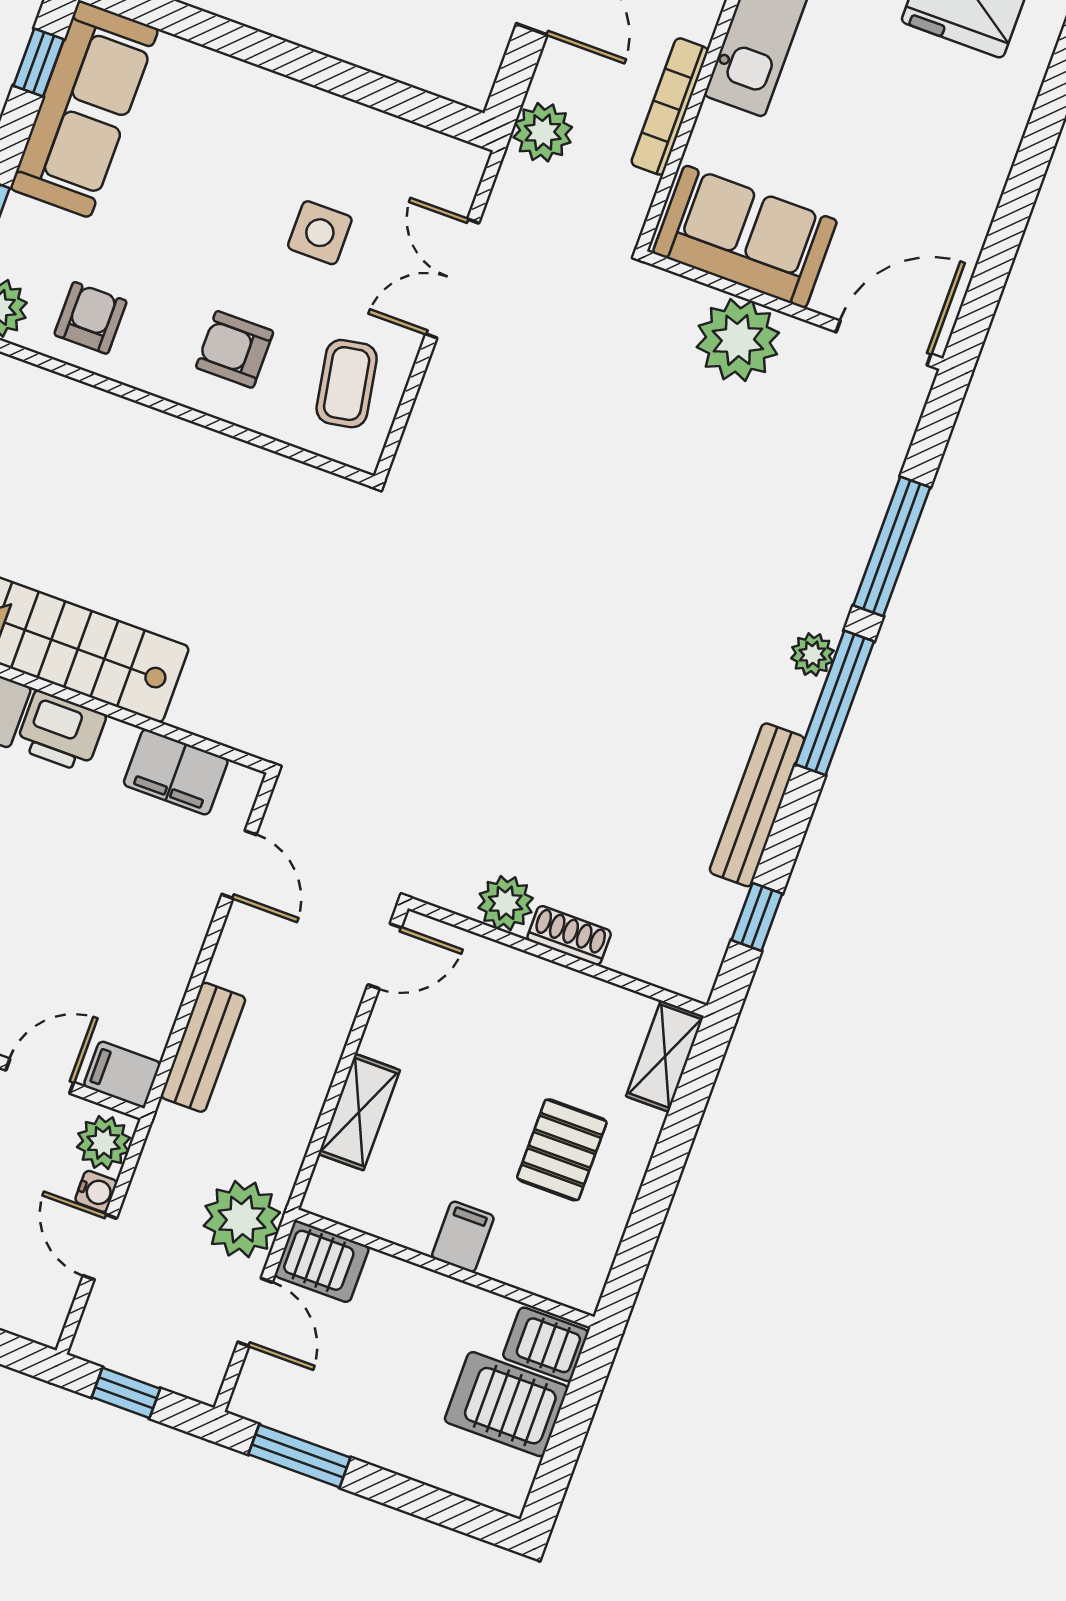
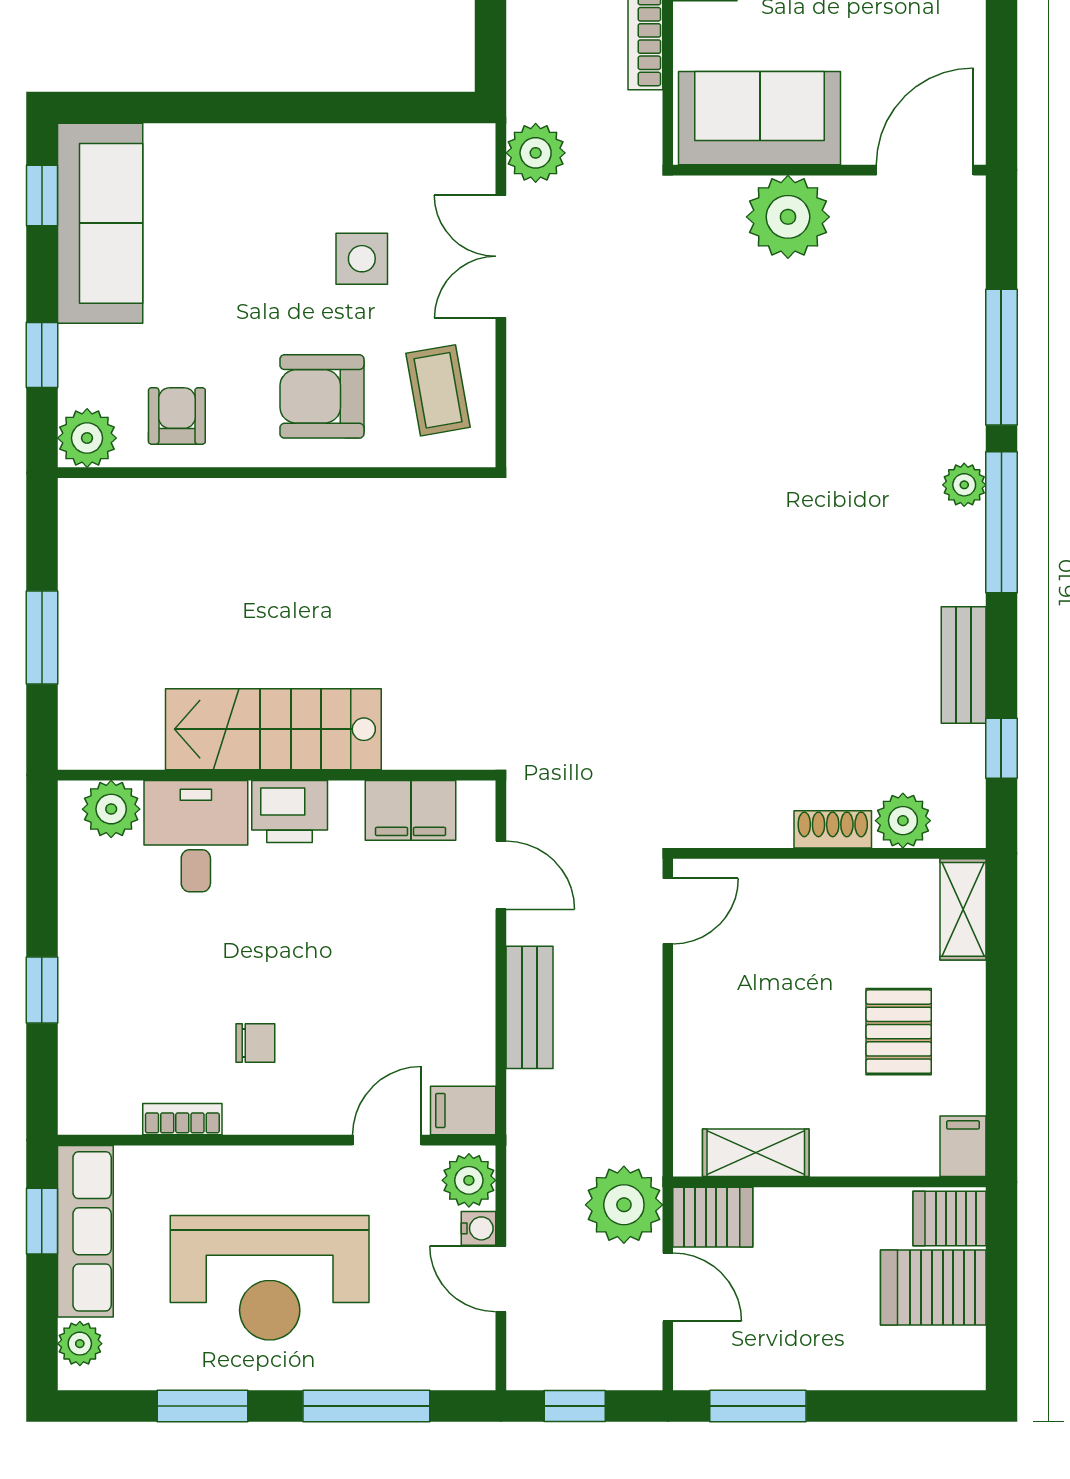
plant: (543, 132) -> (536, 153), moved
armchair: (235, 349) -> (322, 396), width x1.38, depth x1.38
bench: (757, 805) -> (964, 665), width x0.73
plant: (506, 903) -> (903, 821), moved
bench: (203, 1047) -> (529, 1007), moved
shelving: (359, 1112) -> (756, 1153), moved, turned 90
filing cabinet: (463, 1237) -> (963, 1146), moved

